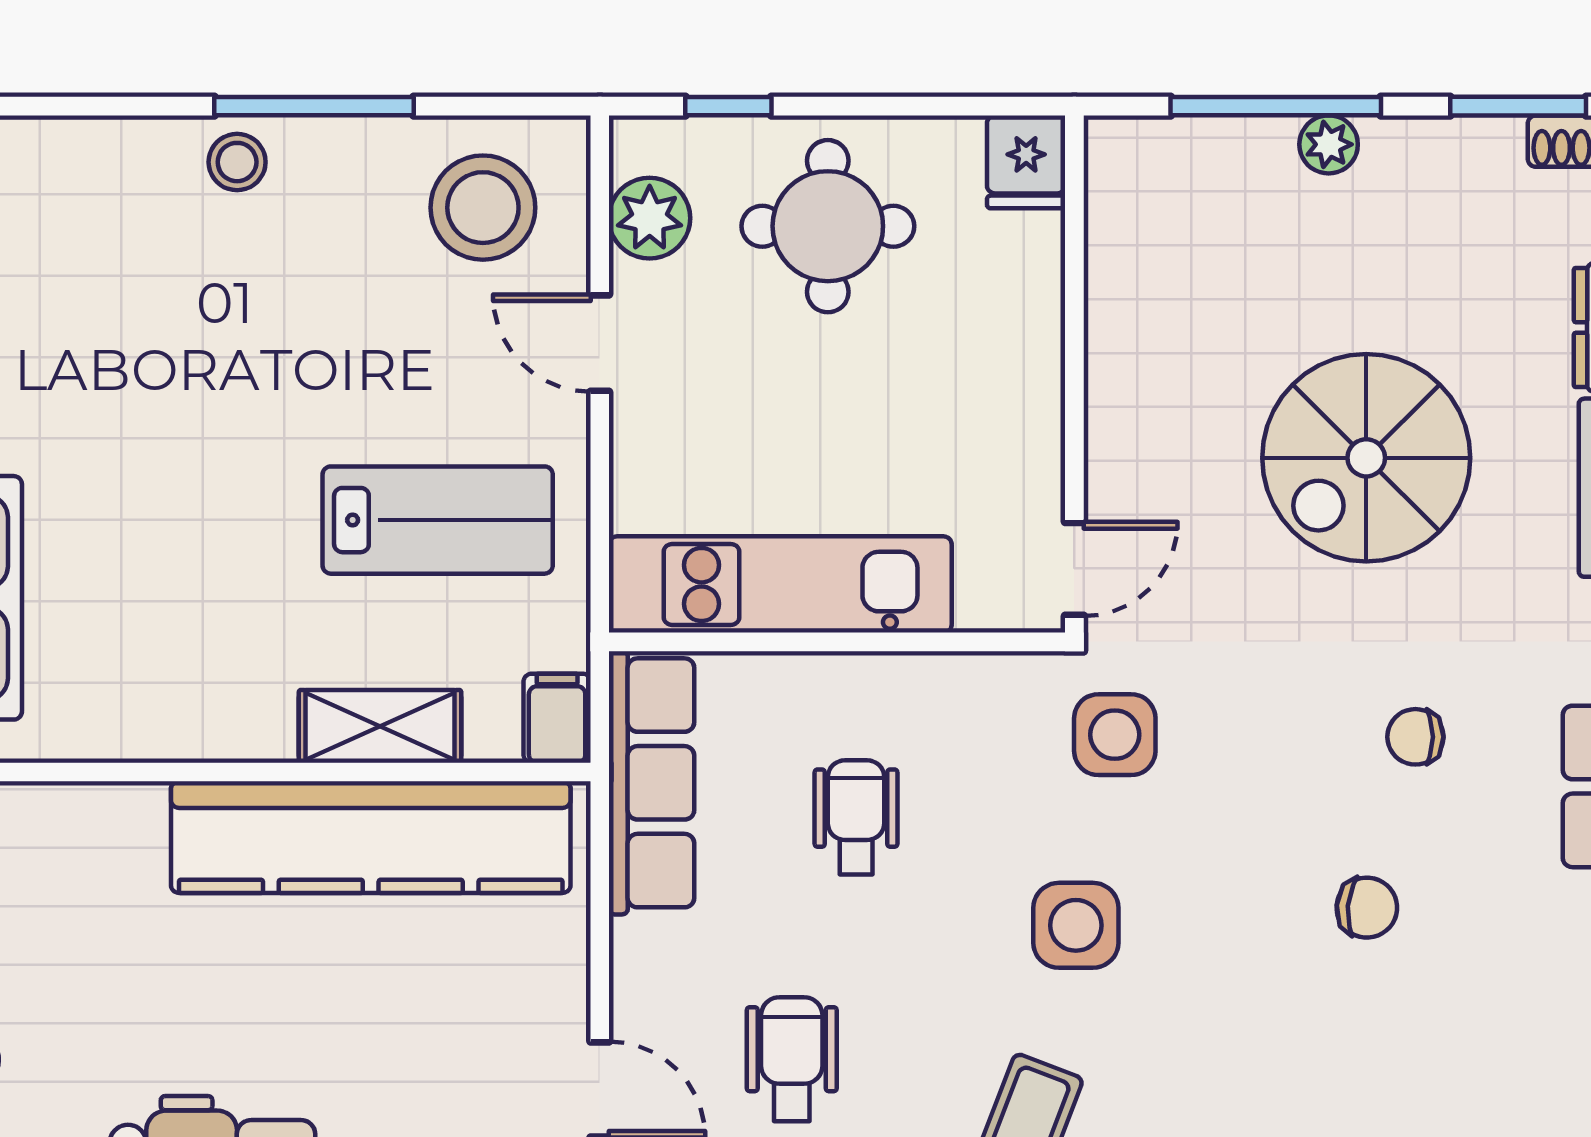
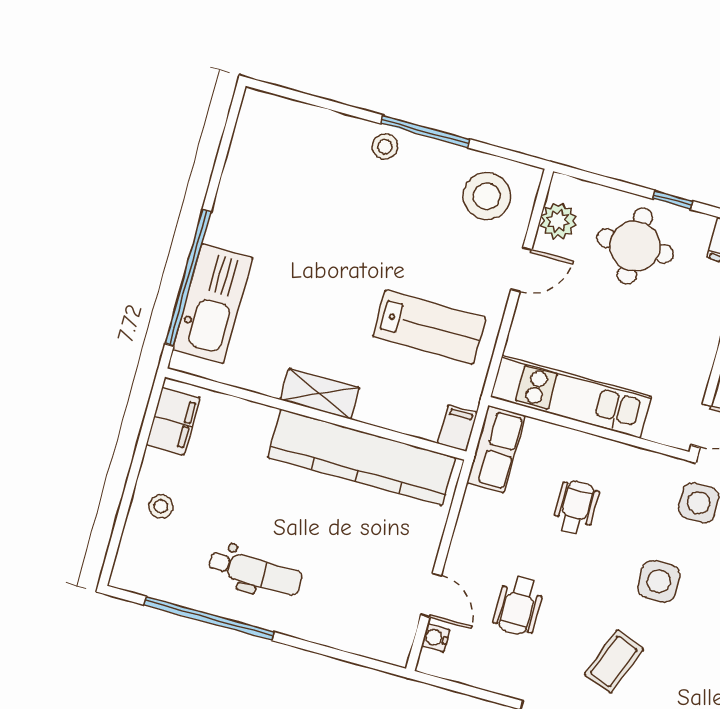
window: (728, 106) -> (673, 200), moved
door: (600, 343) -> (521, 269), swing flipped
shelving: (380, 726) -> (320, 394), moved
row of seats: (652, 783) -> (496, 449), width x0.68
wheelchair: (792, 1059) -> (518, 605), turned 180

